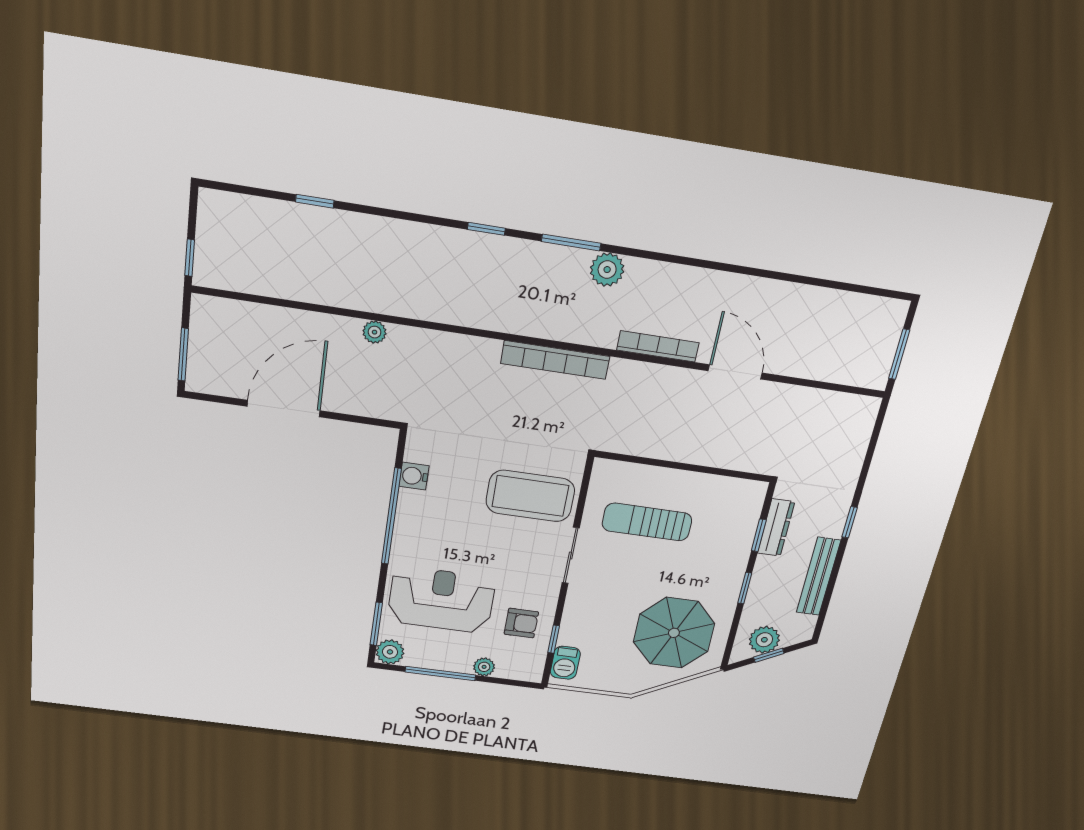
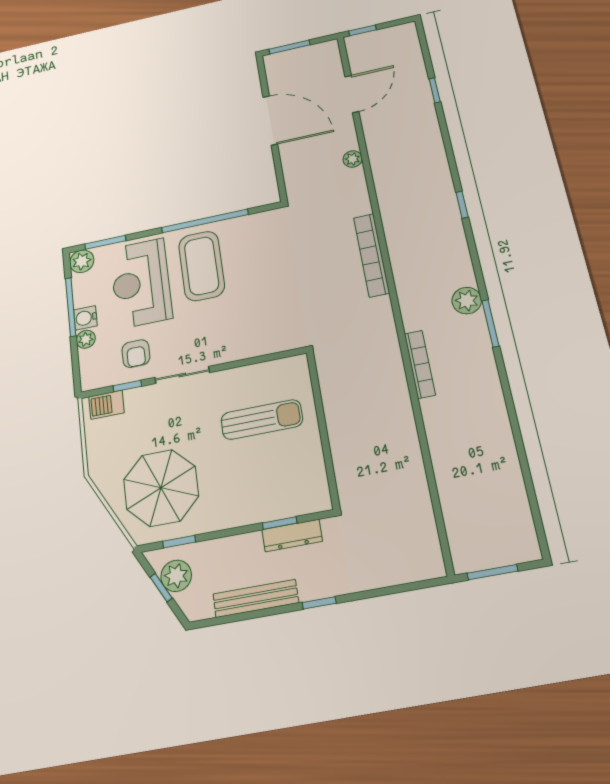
window: (571, 242) -> (490, 323), moved
bookcase: (555, 360) -> (371, 255), moved
door: (735, 372) -> (352, 94), moved
water cooler: (414, 476) -> (85, 318), moved, turned -90
coffee table: (530, 496) -> (202, 266), moved
sun lounger: (647, 522) -> (262, 420), turned 90
sliding door: (571, 556) -> (182, 375), moved
window: (745, 588) -> (179, 542), moved
reception desk: (441, 600) -> (141, 283), turned 180

